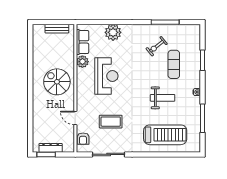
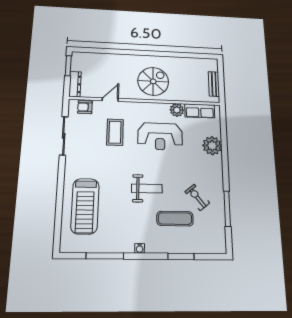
weight bench: (163, 98) -> (147, 188), moved, turned -90
coffee table: (111, 122) -> (115, 132), moved
dresser: (51, 148) -> (75, 84), moved

